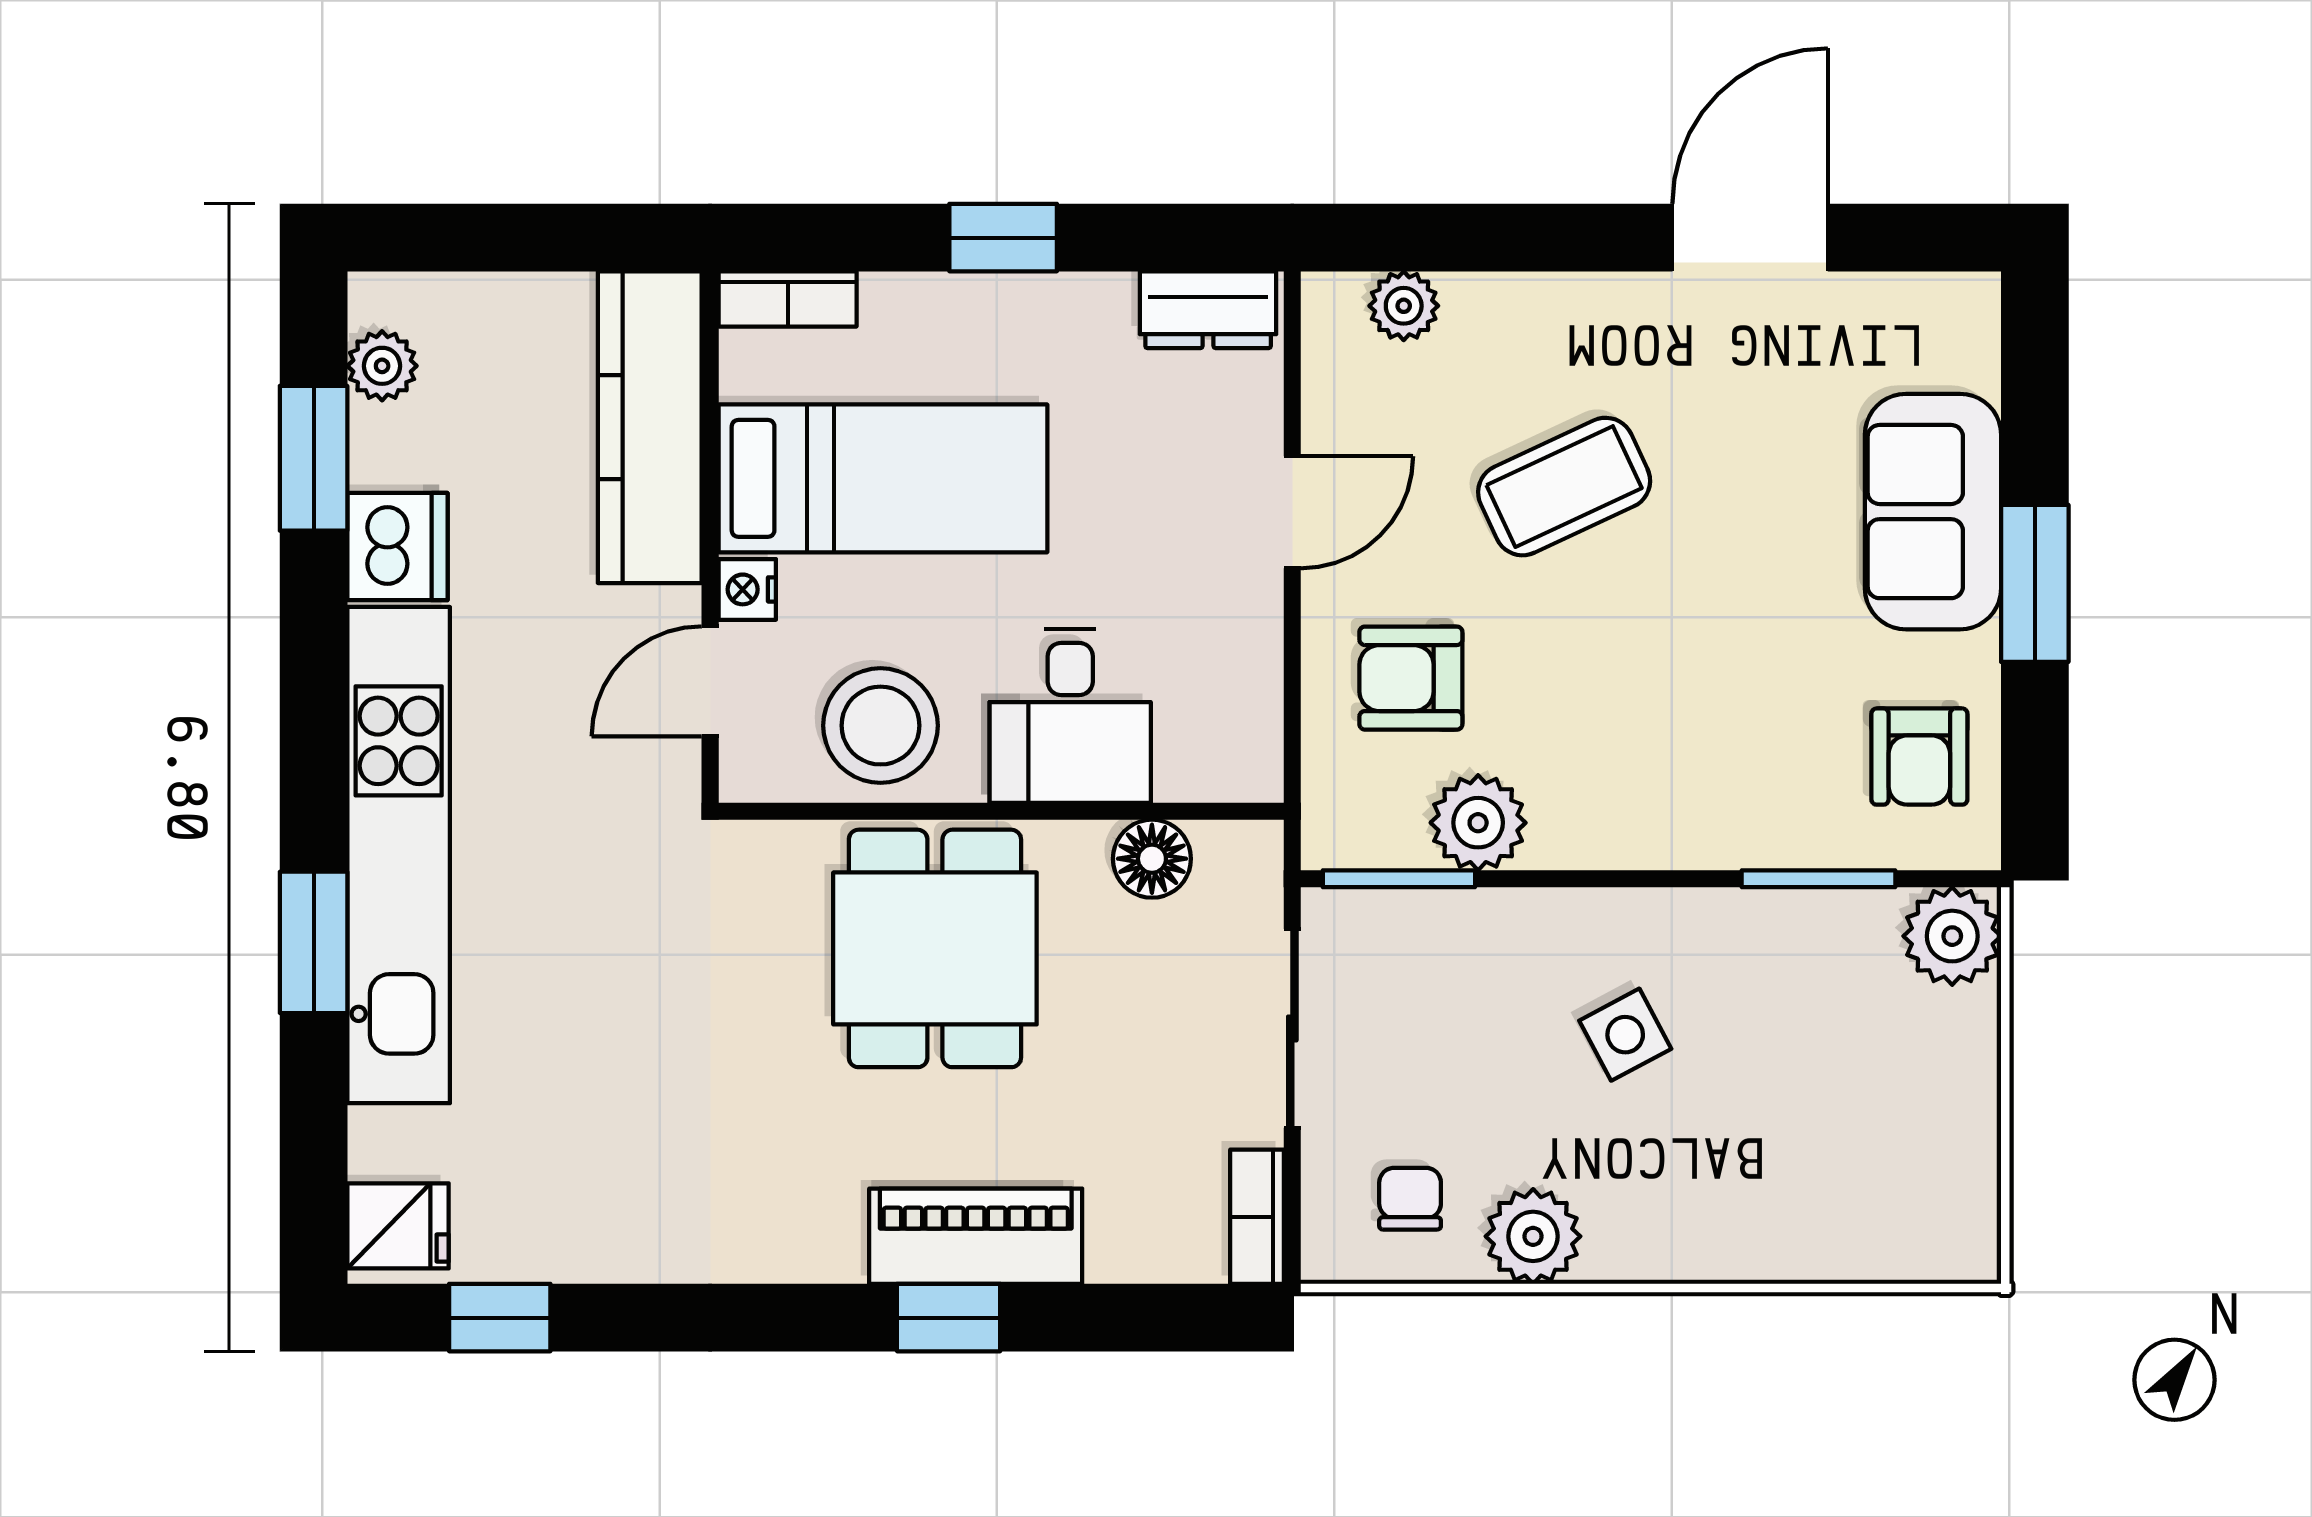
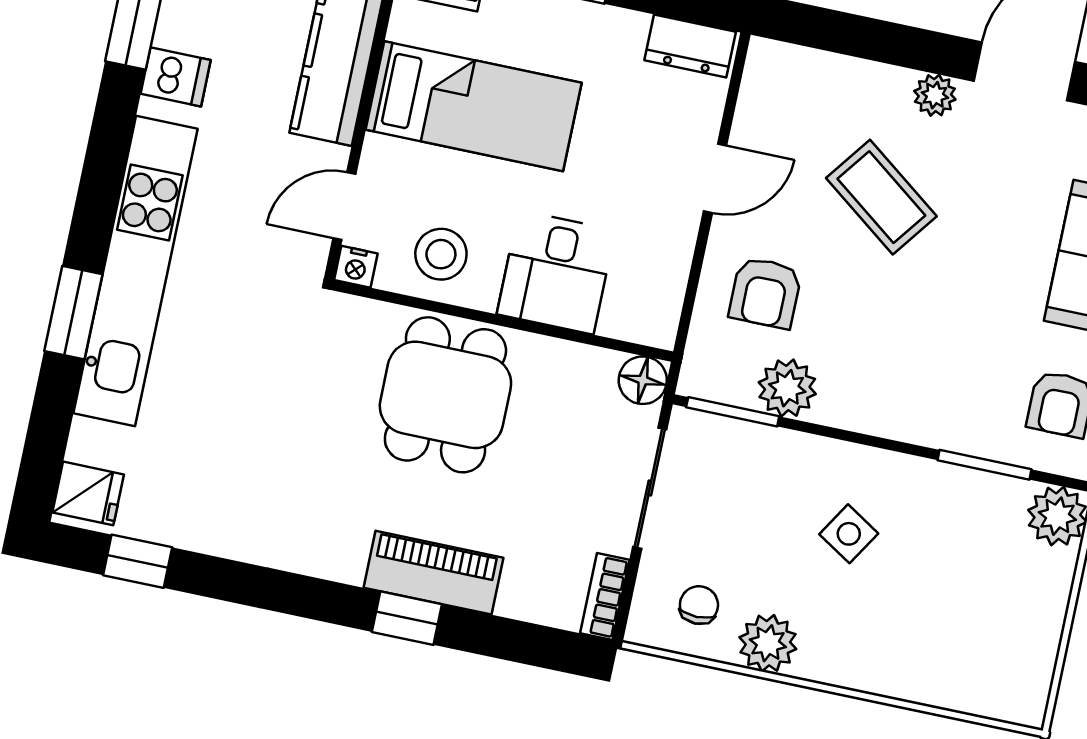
plant: (1404, 306) -> (935, 95), moved
coffee table: (1564, 487) -> (881, 197), turned 62
dishwasher: (397, 547) -> (176, 77), width x0.73
nightstand: (747, 589) -> (356, 267), moved, turned -90
armchair: (1411, 678) -> (765, 293), turned -90
stool: (880, 726) -> (441, 254), width x0.73, depth x0.73
floor lamp: (1152, 859) -> (643, 380), moved
side table: (1625, 1035) -> (849, 534), turned -30

